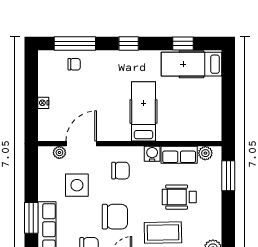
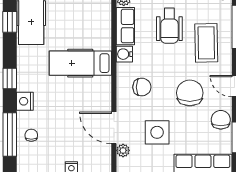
nightstand: (107, 58) -> (25, 101), added
chair: (120, 171) -> (142, 87), turned 90

